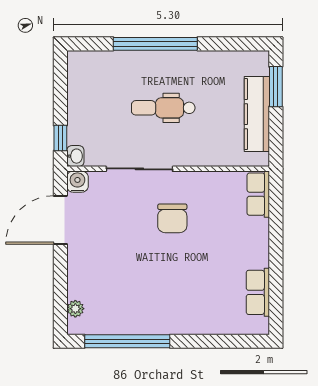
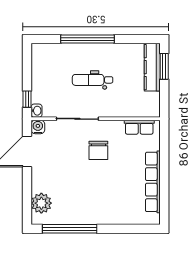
kitchen counter: (257, 114) -> (152, 67), moved
row of seats: (258, 194) -> (139, 127), moved, turned -90
row of seats: (258, 292) -> (153, 182), width x2.02
plant: (75, 309) -> (41, 203), width x1.88, depth x1.88

